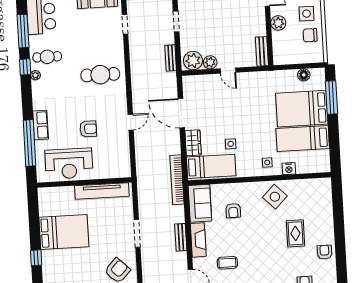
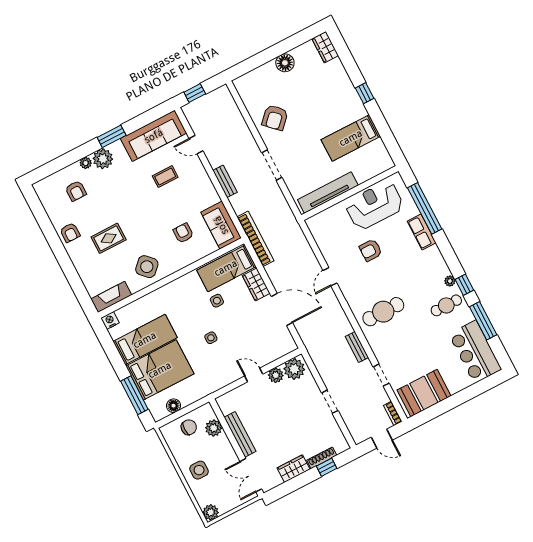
plant: (278, 23) -> (214, 428), moved
chair: (310, 35) -> (189, 427), moved
bench: (262, 51) -> (240, 434), moved, width x1.36
bench: (171, 58) -> (357, 347), moved
side table: (267, 162) -> (211, 338), moved
nightstand: (289, 169) -> (110, 320), moved
bed: (64, 232) -> (351, 138), width x0.67
rug: (295, 233) -> (109, 238), turned 90
fireplace: (198, 240) -> (111, 297), moved, turned 90

